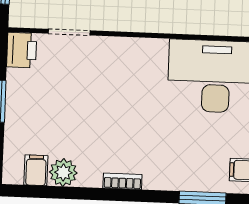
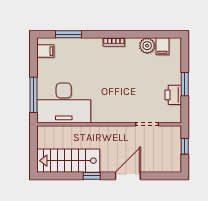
printer: (22, 50) -> (173, 95), moved

